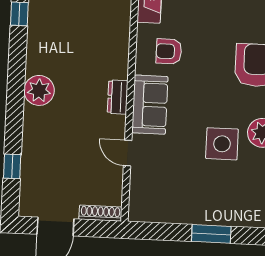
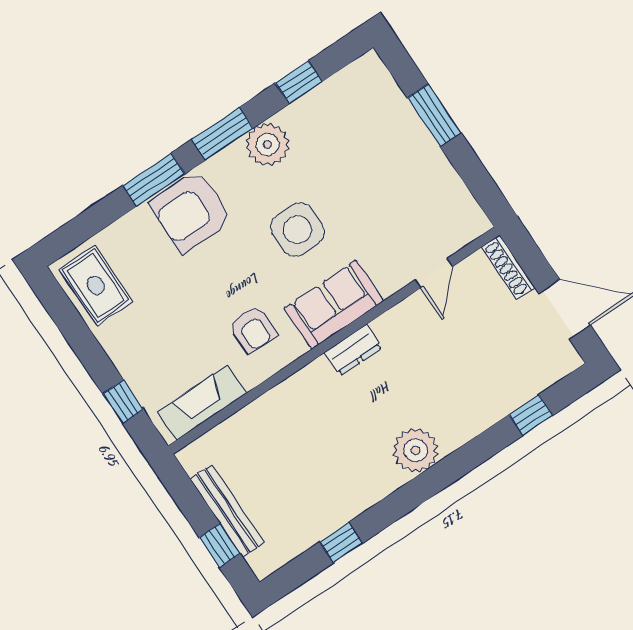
side table: (222, 144) -> (297, 230), moved
door: (128, 153) -> (434, 273), moved

